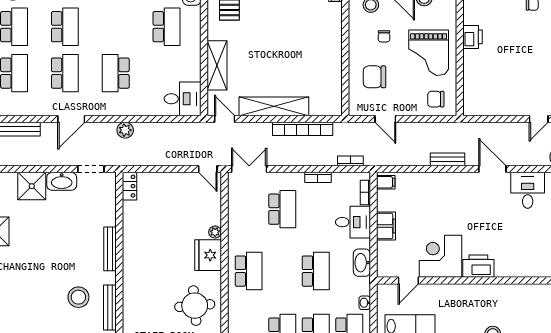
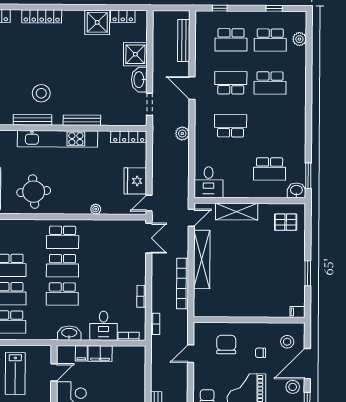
school desk: (65, 73) -> (231, 83), turned 180
filing cabinet: (386, 182) -> (81, 353), moved
locker: (129, 186) -> (129, 137), width x1.53
school desk: (282, 209) -> (62, 266), moved
fridge: (208, 255) -> (135, 181), moved, turned -90
kitchen unit: (132, 278) -> (57, 139), added
door: (408, 280) -> (54, 372), swing flipped
washbasin: (365, 303) -> (35, 335), removed

